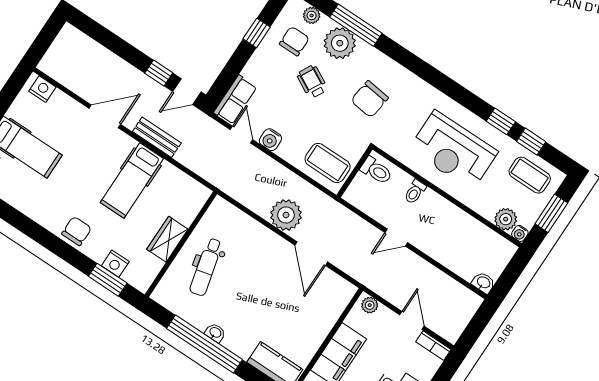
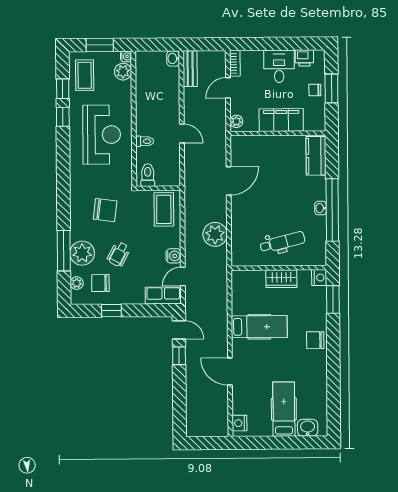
bench: (157, 137) -> (190, 69), moved
plant: (286, 215) -> (215, 234), moved
nightstand: (115, 264) -> (319, 278), moved

